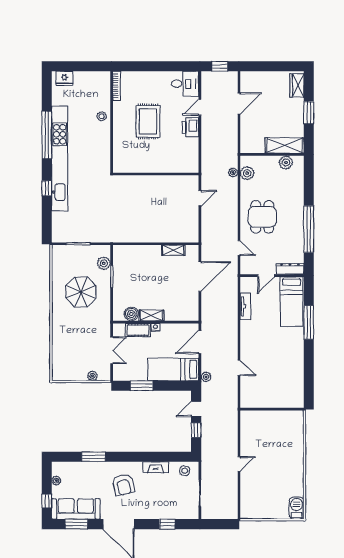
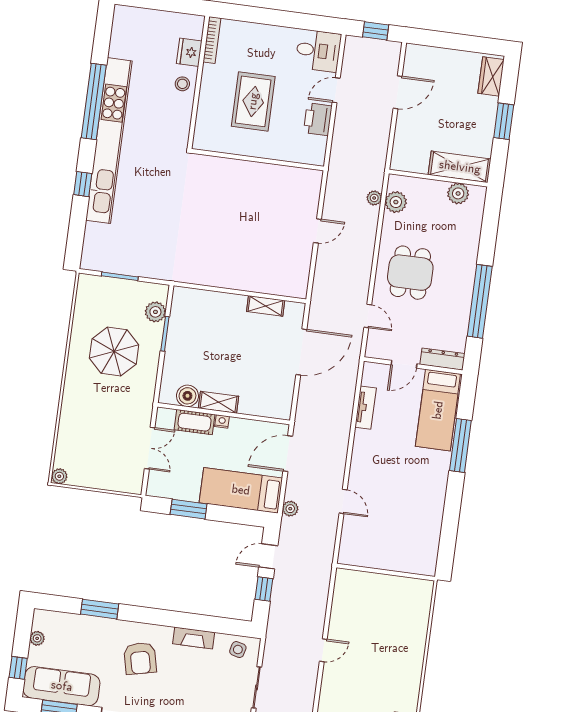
fridge: (64, 78) -> (189, 52), moved, turned 90
wall: (156, 174) -> (258, 160), moved
plant: (92, 376) -> (59, 476), moved

